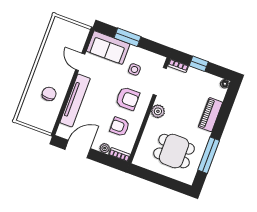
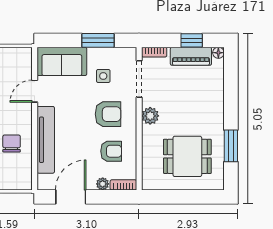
window: (128, 37) -> (98, 40), moved
door: (80, 62) -> (35, 91), hinge flipped
window: (199, 64) -> (192, 40), moved
piano: (210, 115) -> (191, 56), moved, turned -90
armchair: (120, 127) -> (111, 151), turned 180
window: (209, 155) -> (231, 146), width x0.69

